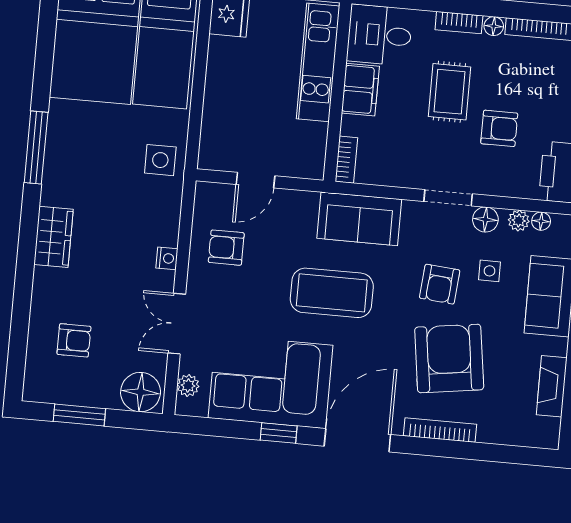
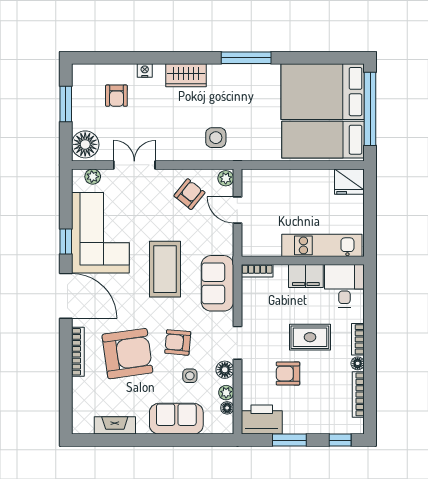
armchair: (499, 128) -> (288, 374), turned 90
side table: (160, 160) -> (216, 138), moved
plant: (208, 193) -> (226, 178), added
armchair: (226, 248) -> (189, 194), turned 39
nightstand: (167, 258) -> (145, 70), moved, turned 180

